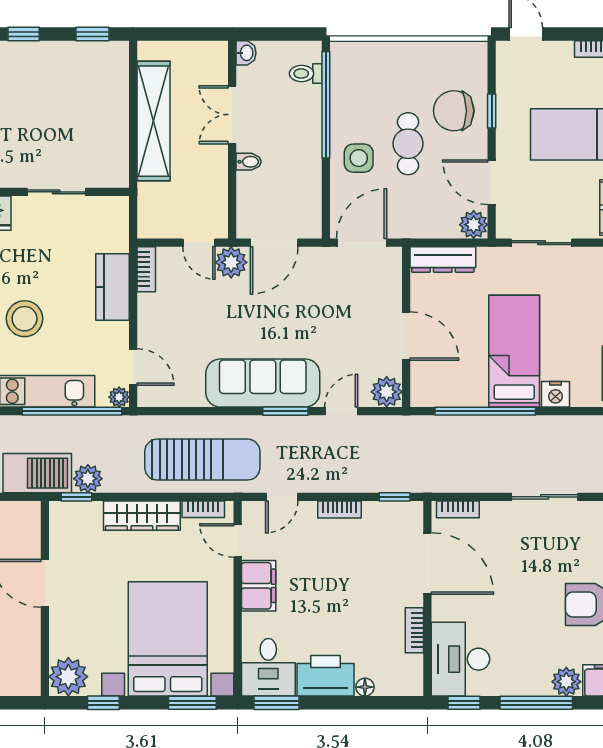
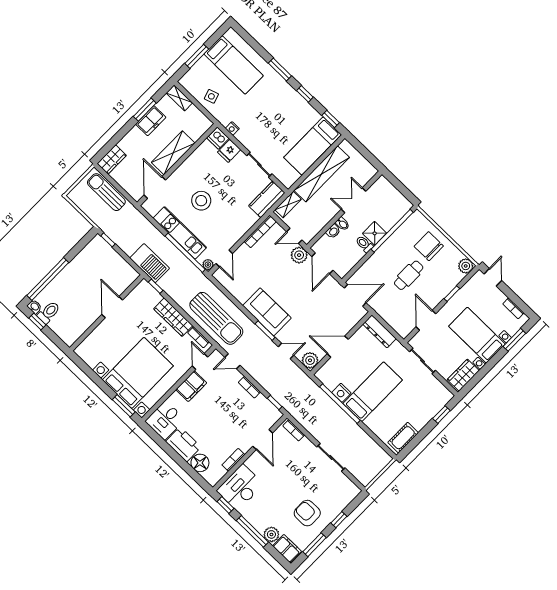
washbasin: (246, 53) -> (333, 231), moved
toilet: (306, 74) -> (364, 244), moved
bed: (104, 95) -> (313, 146), added
chair: (454, 111) -> (429, 246), moved
shower: (305, 132) -> (375, 233), added
side table: (359, 158) -> (385, 263), removed
shelving: (148, 208) -> (288, 205), added
plant: (474, 225) -> (466, 266), moved
door: (199, 243) -> (294, 236), hinge flipped
door: (274, 243) -> (322, 263), hinge flipped
bookcase: (146, 269) -> (260, 231), width x1.56
kitchen counter: (113, 287) -> (267, 199), moved
door: (406, 336) -> (338, 347), swing flipped
sofa: (263, 383) -> (267, 312), width x0.73
nightstand: (555, 394) -> (341, 393), moved
plant: (88, 479) -> (167, 284), removed
door: (427, 564) -> (263, 440), width x0.73
plant: (68, 677) -> (87, 351), removed
floor lamp: (365, 687) -> (200, 463), width x1.89, depth x1.89
window: (103, 703) -> (90, 373), removed
window: (276, 703) -> (155, 437), removed

